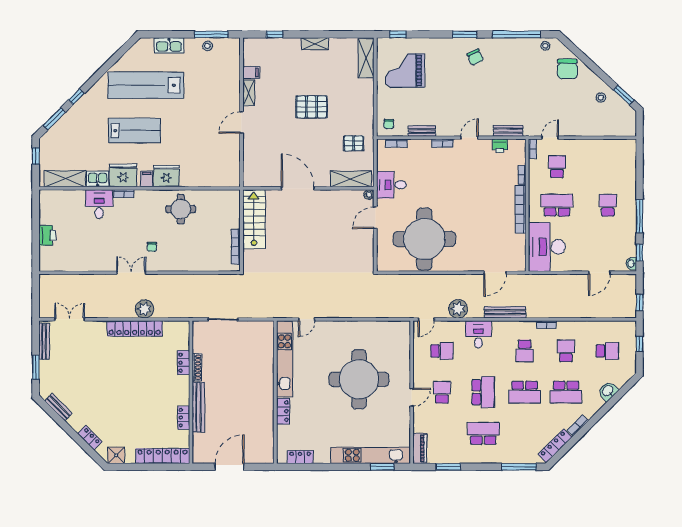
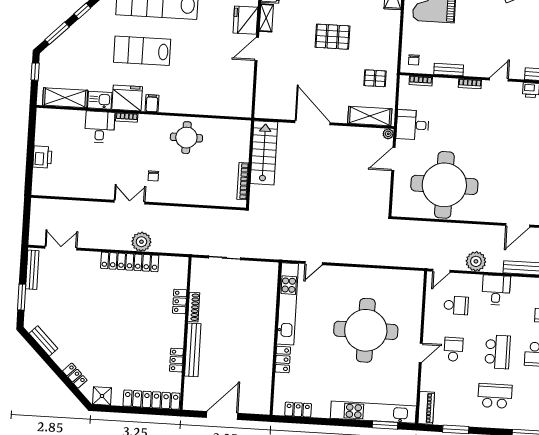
lab bench: (135, 131) -> (142, 51), turned 180
fridge: (166, 176) -> (245, 20), moved, turned -90

